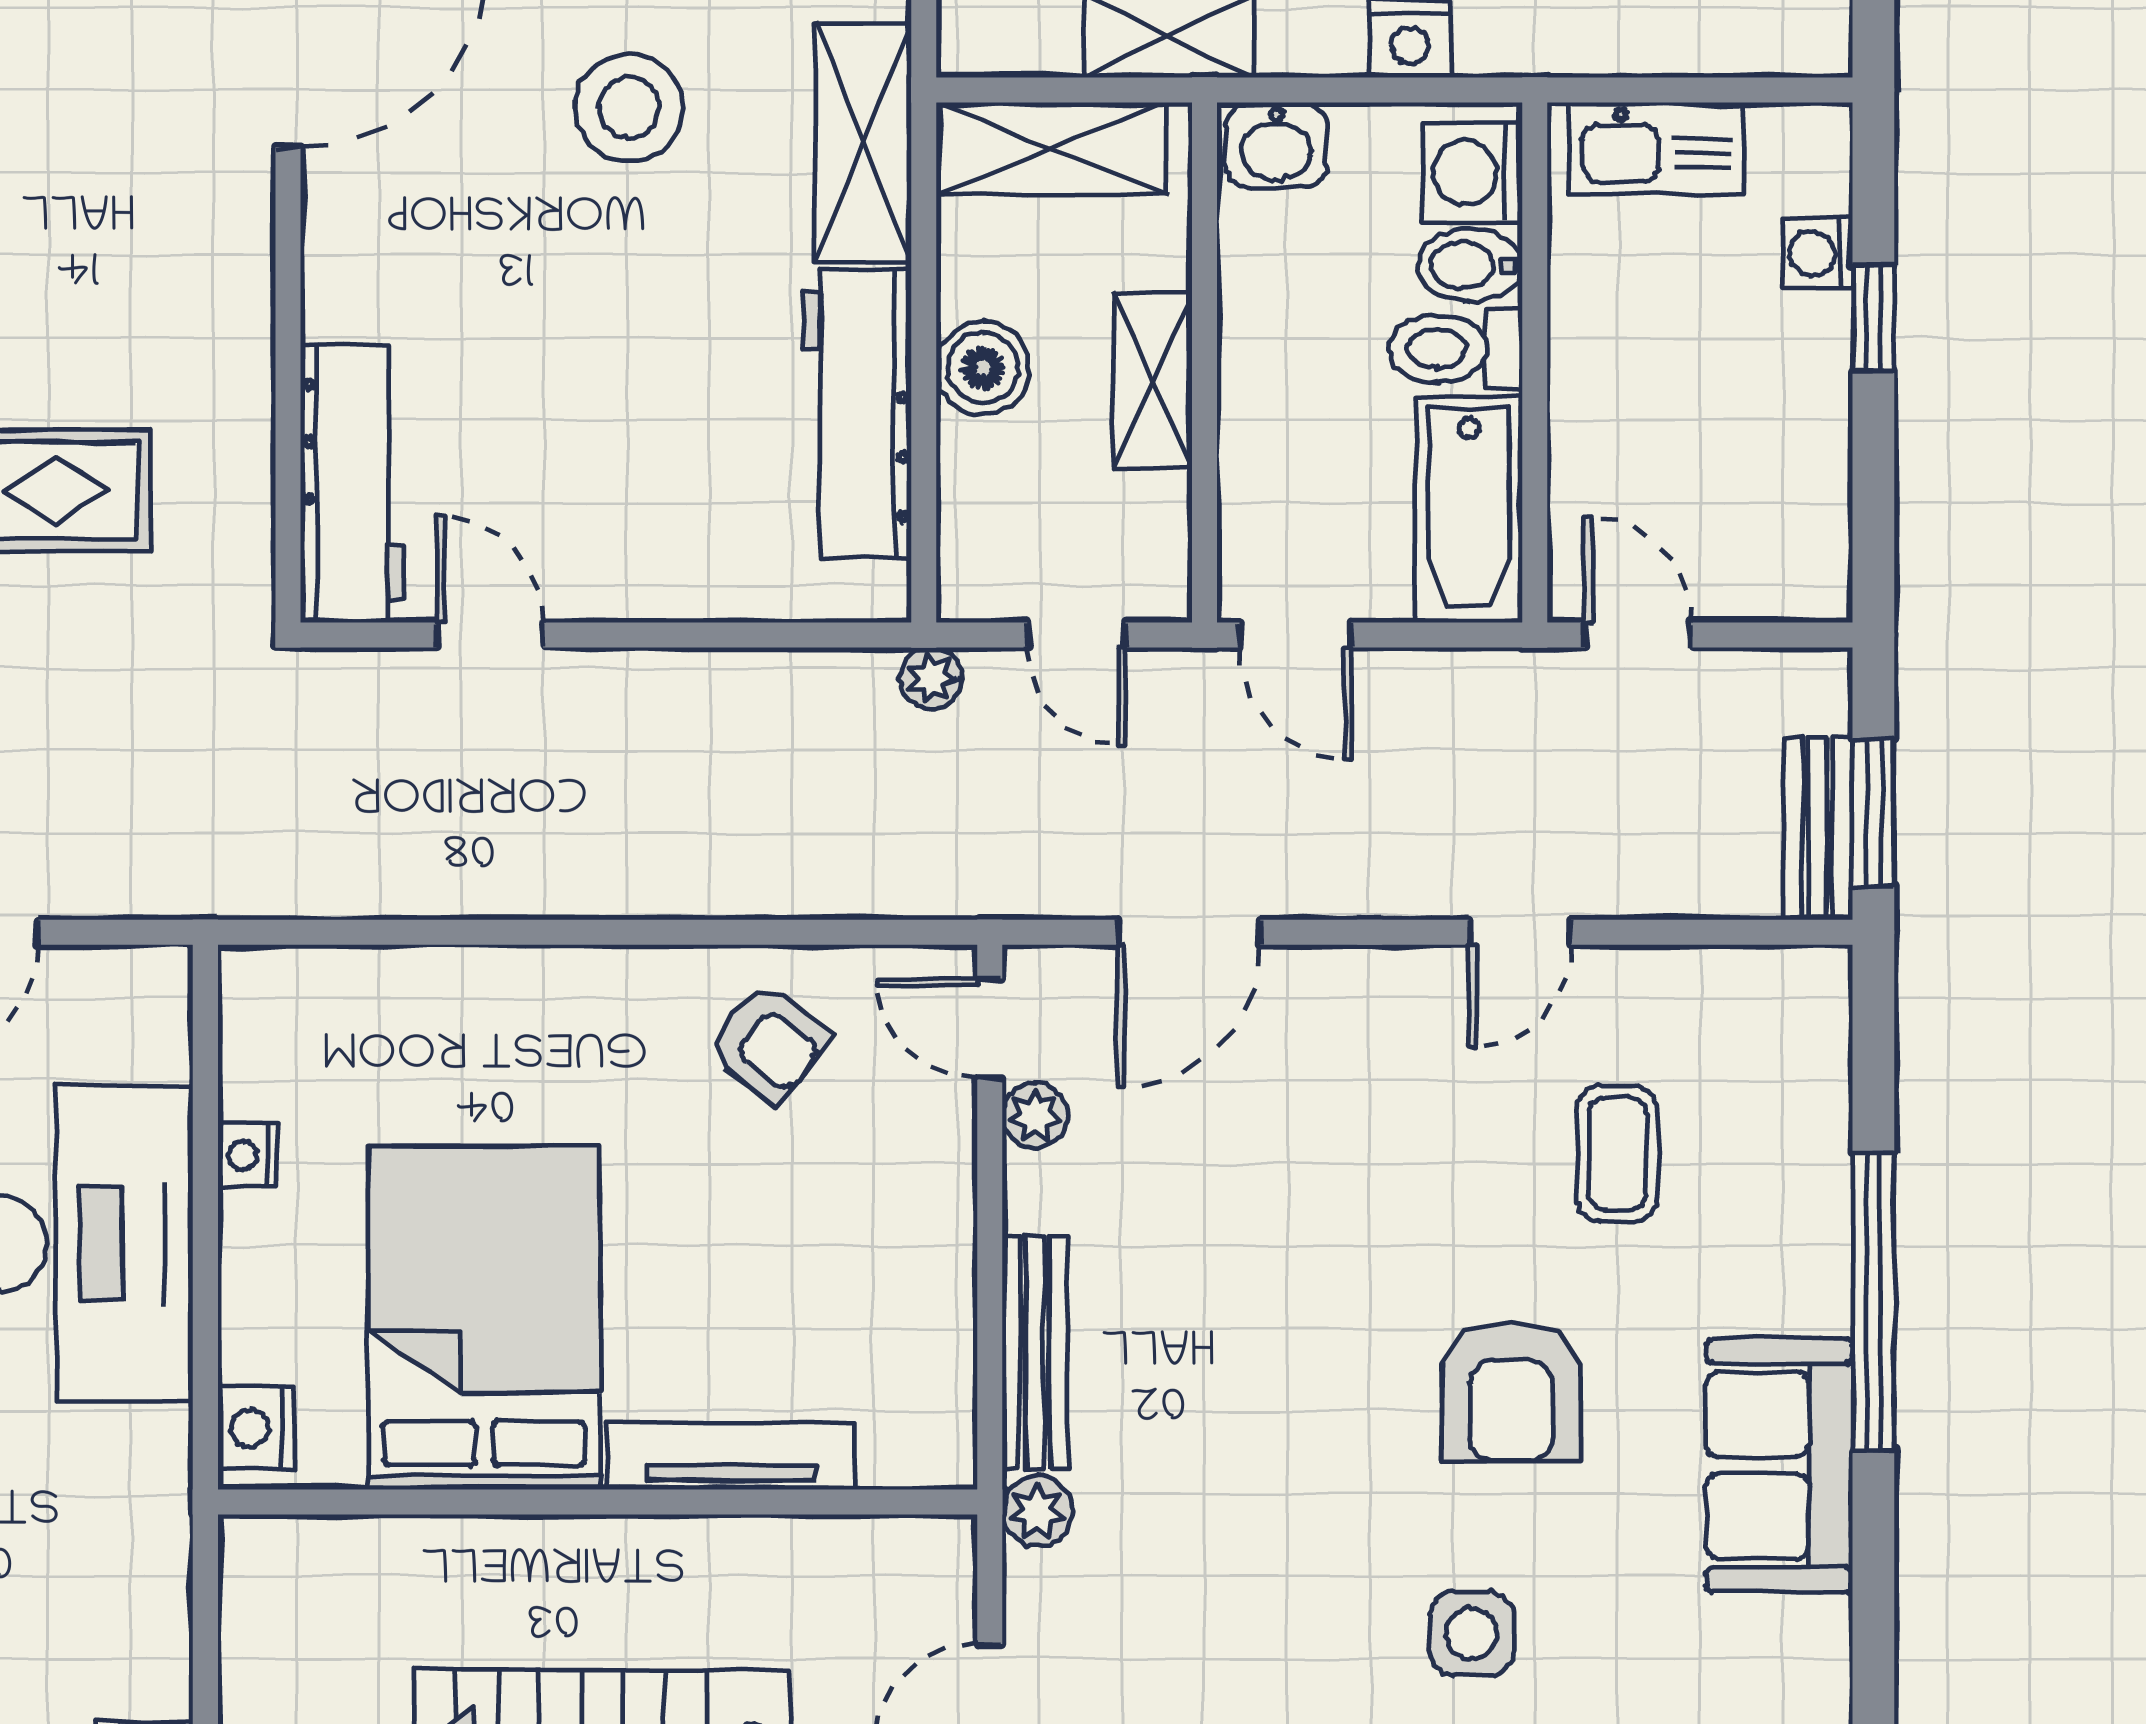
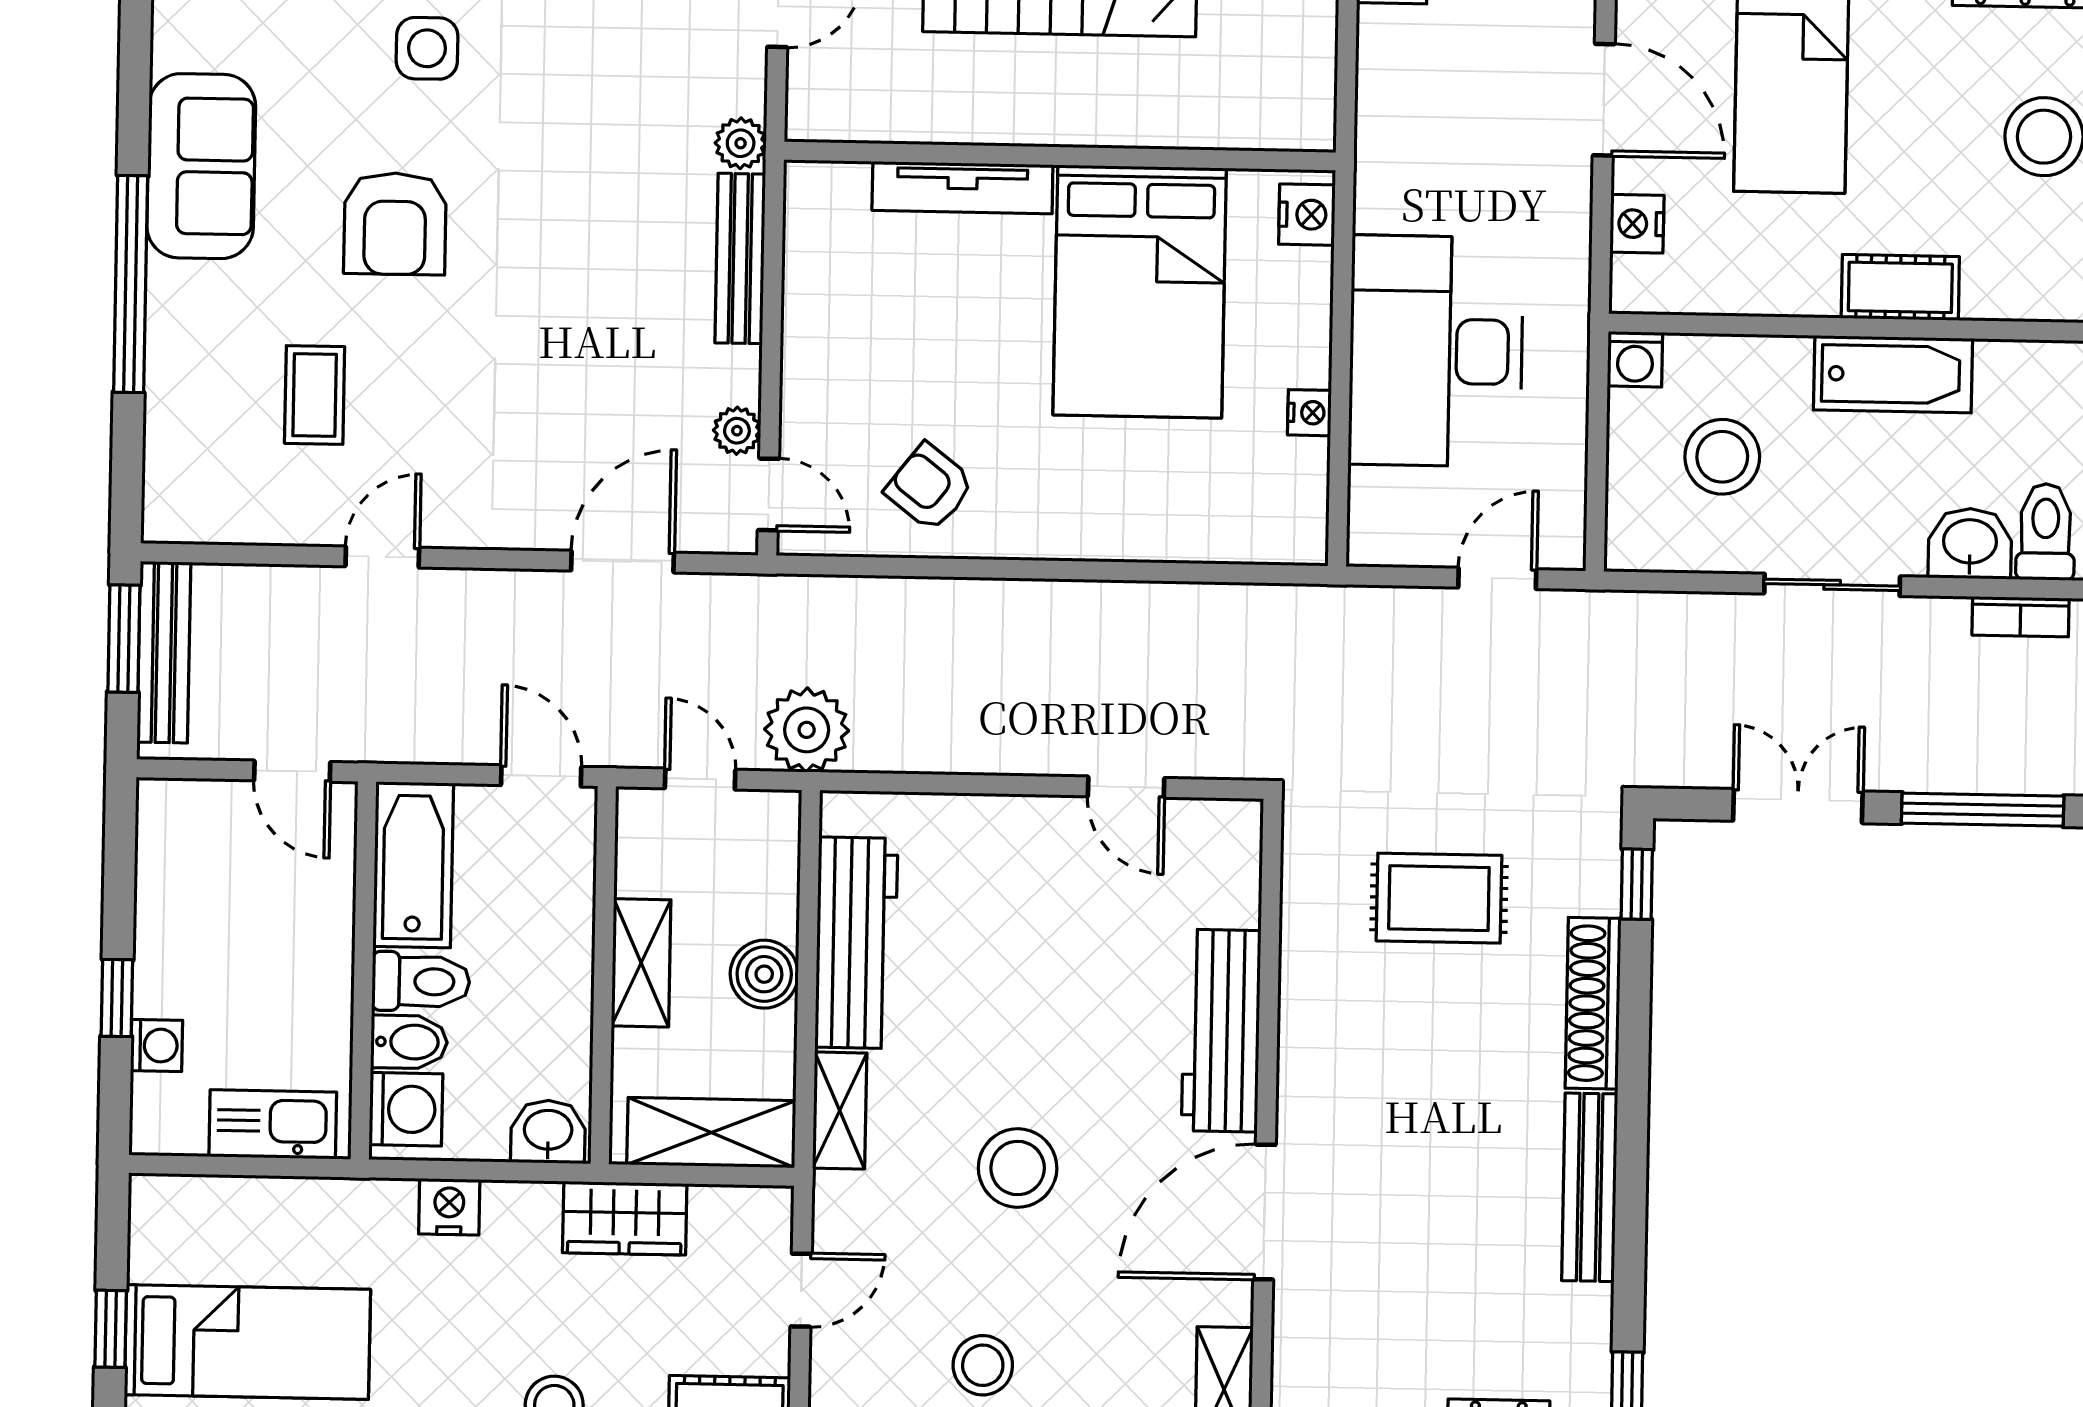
shelving: (863, 142) -> (840, 1111), width x0.67, depth x0.75
workbench: (353, 484) -> (1221, 1031), moved
plant: (931, 678) -> (807, 730), width x1.87, depth x1.87
bench: (1818, 829) -> (164, 652), width x1.36
armchair: (1511, 1391) -> (395, 224), turned 180

